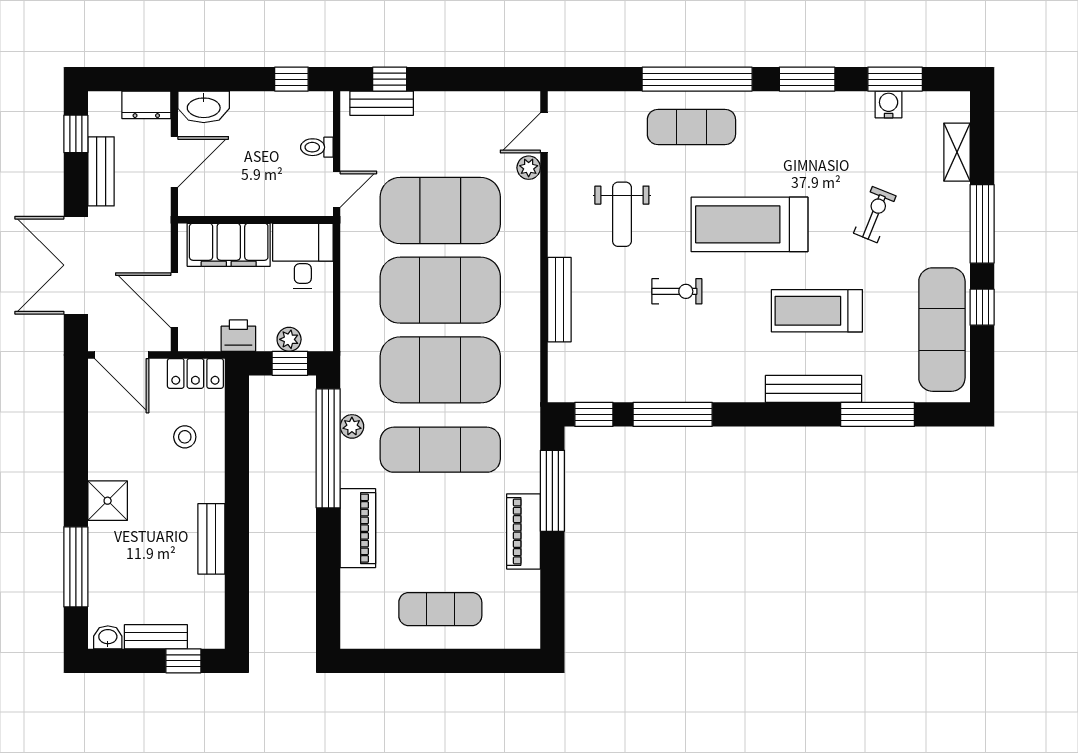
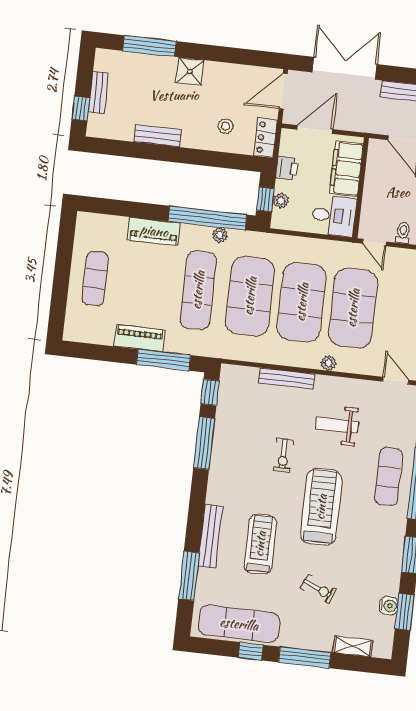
plant: (529, 168) -> (329, 363), moved
washbasin: (108, 637) -> (102, 62), removed

